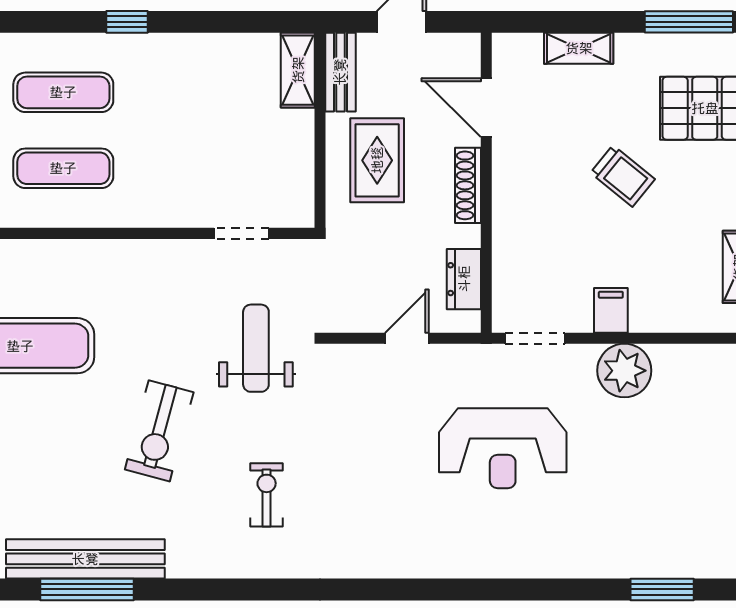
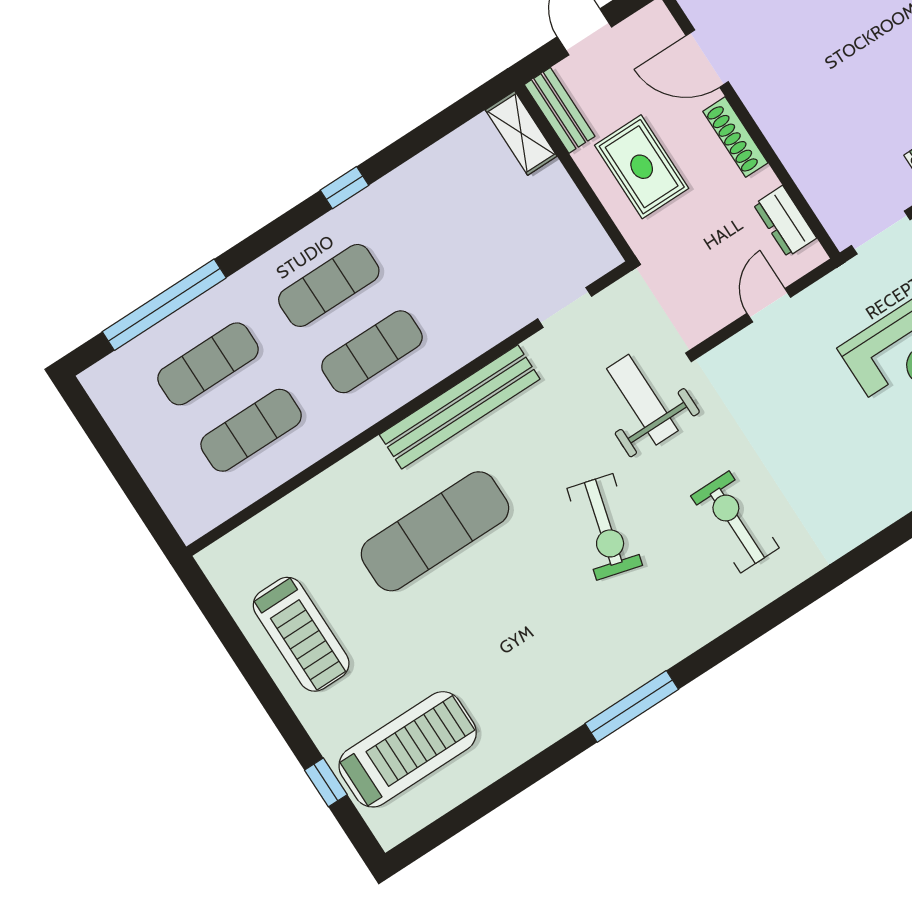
trolley: (623, 176) -> (865, 41), removed
exercise bike: (267, 495) -> (735, 522), width x1.38, depth x1.39
bench: (85, 559) -> (460, 407), moved

